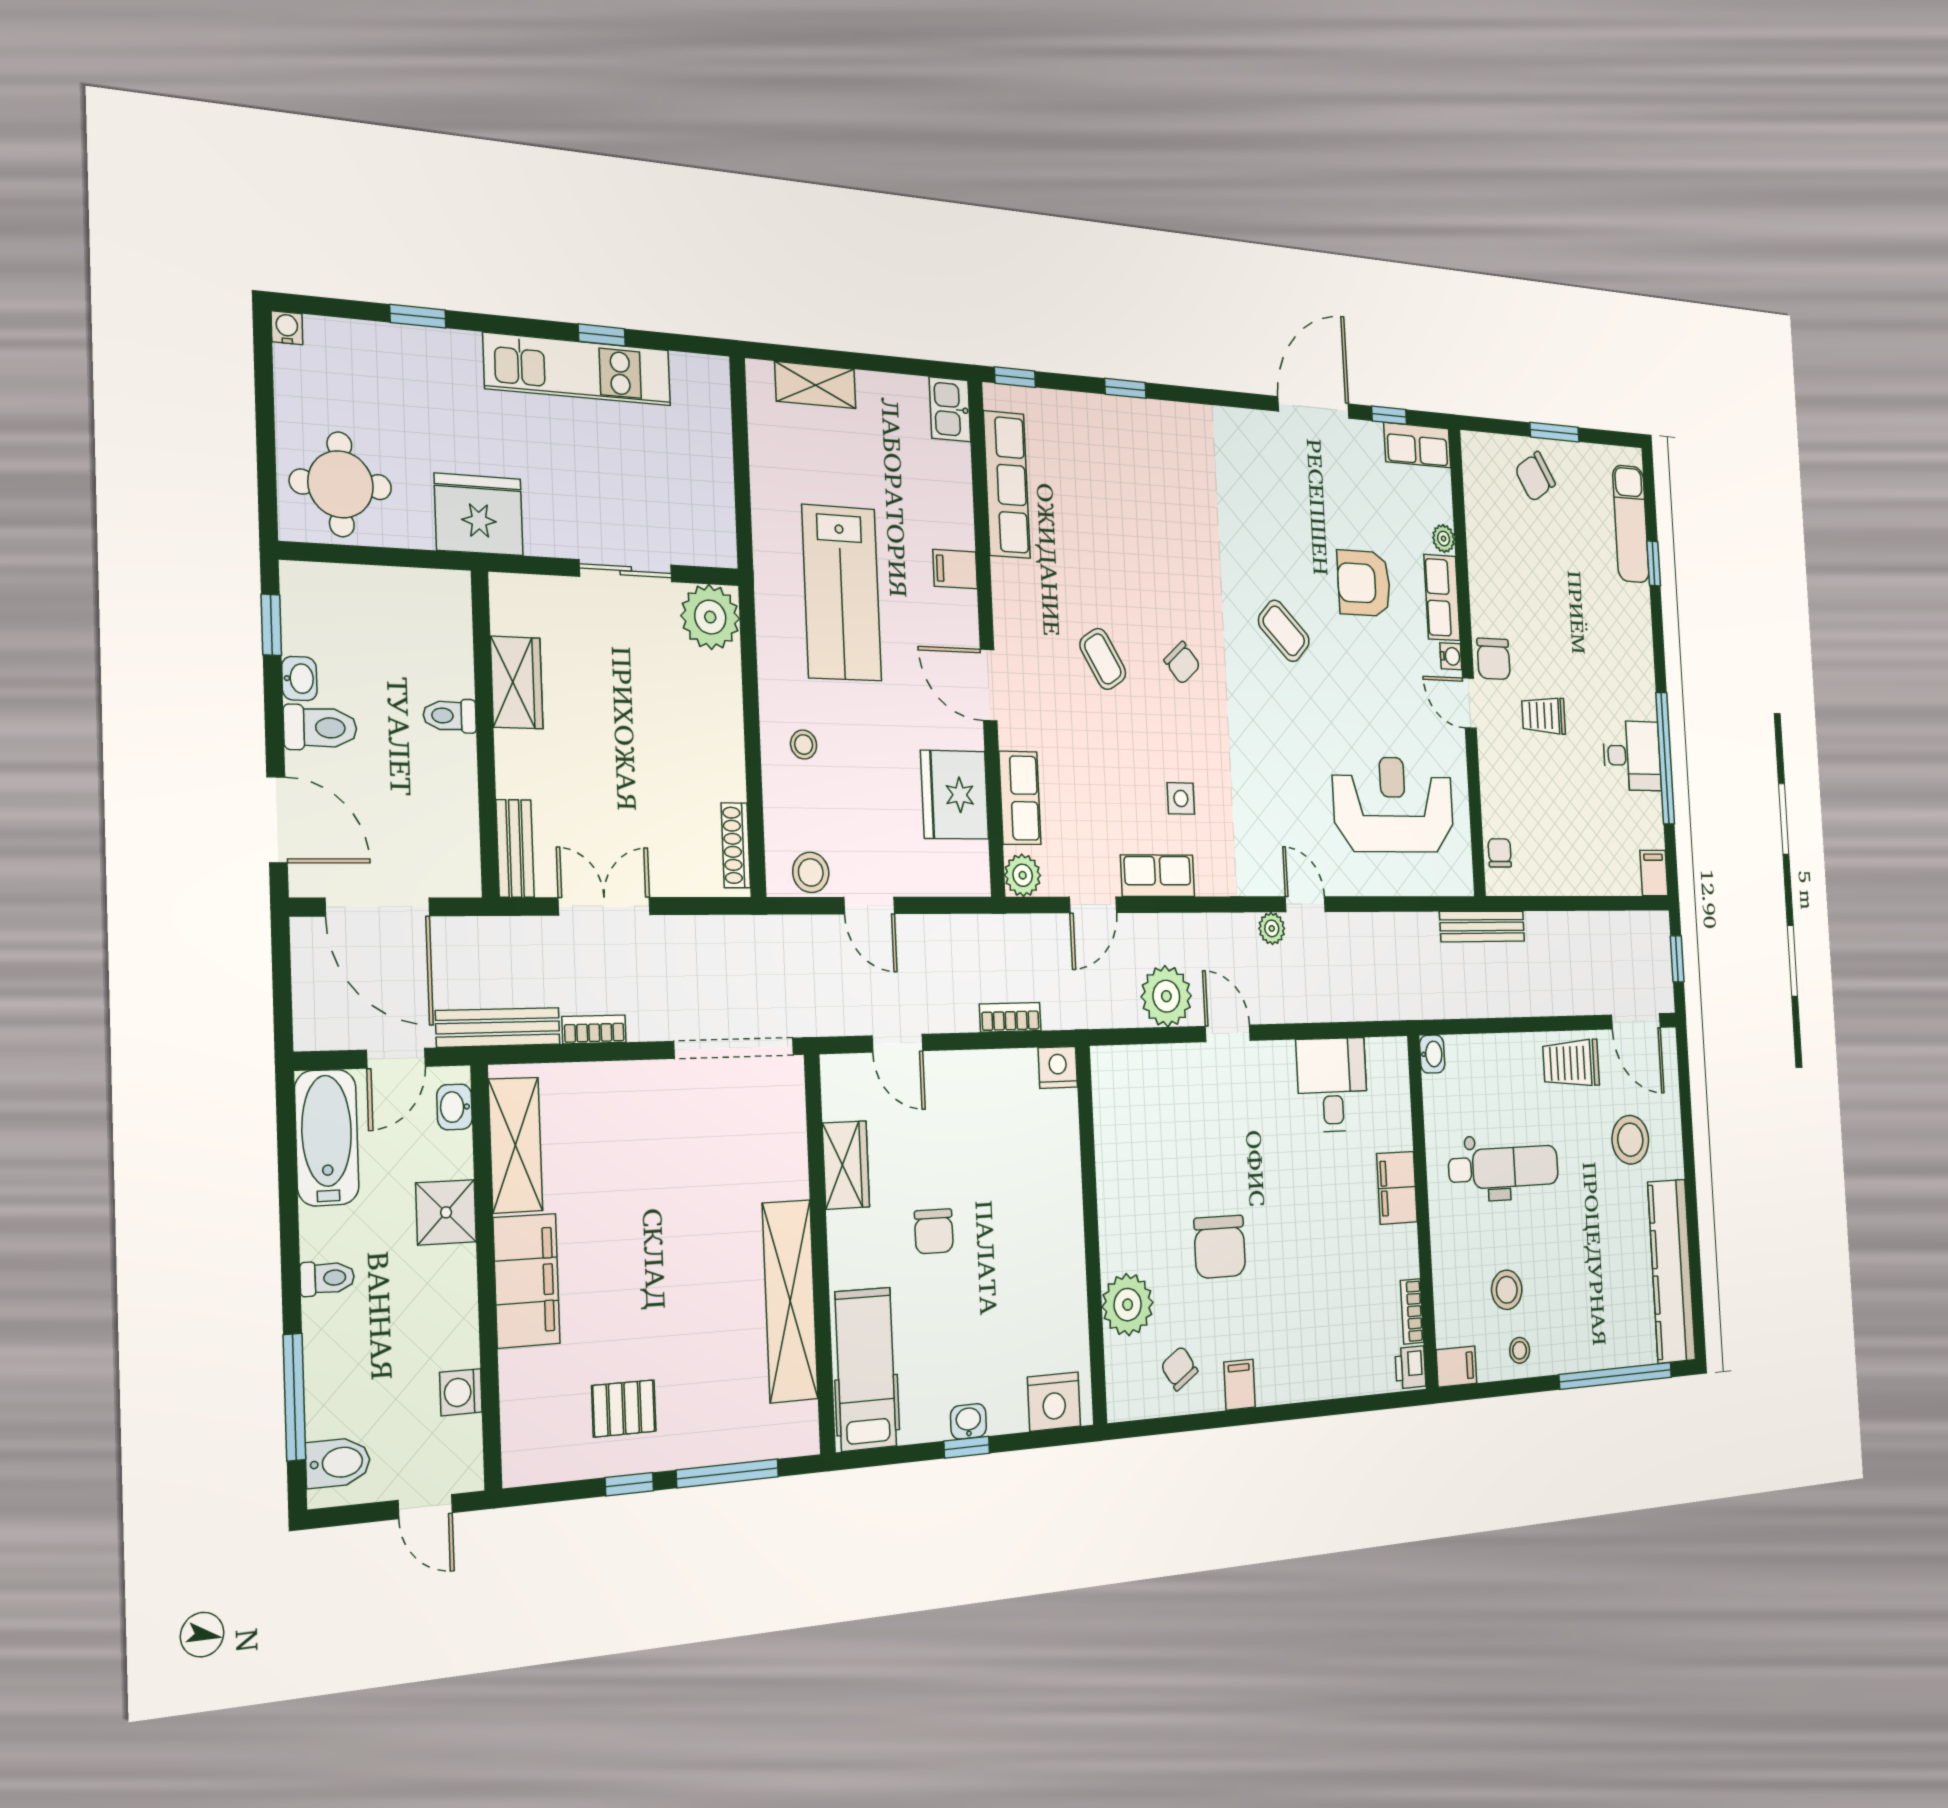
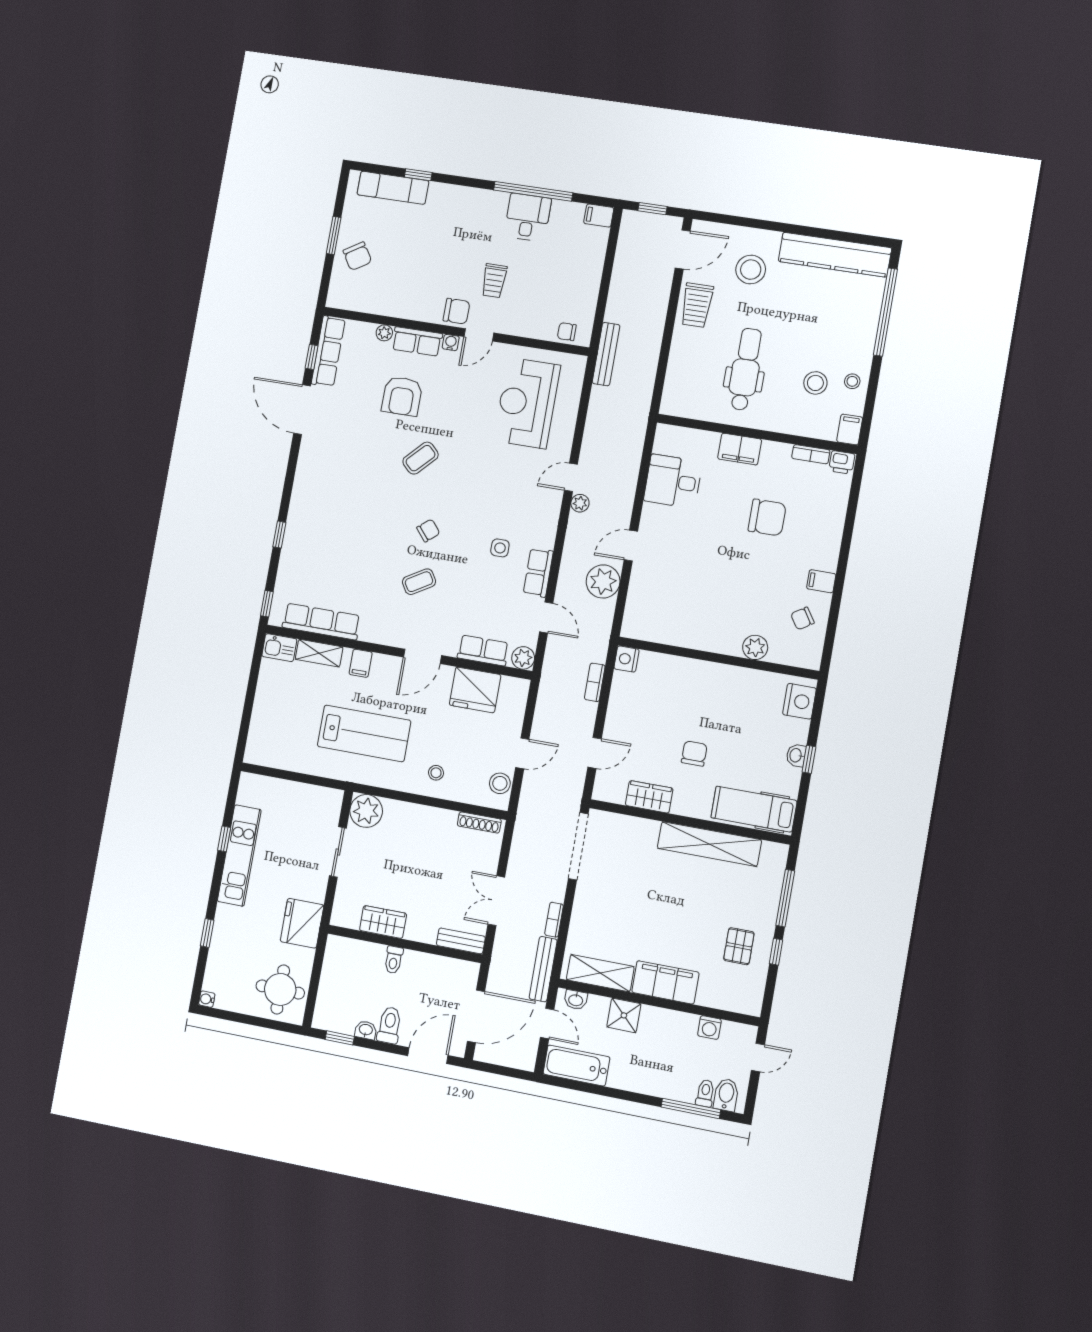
shelving: (815, 385) -> (319, 653), moved, turned 90
row of seats: (1417, 445) -> (328, 351), width x1.48
washbasin: (1432, 1054) -> (671, 407), removed
chair: (934, 1231) -> (694, 753), turned -90
chair: (1220, 1247) -> (767, 517), moved
toilet: (327, 1278) -> (705, 1093), moved
plant: (1128, 1305) -> (755, 647), width x0.73, depth x0.73

